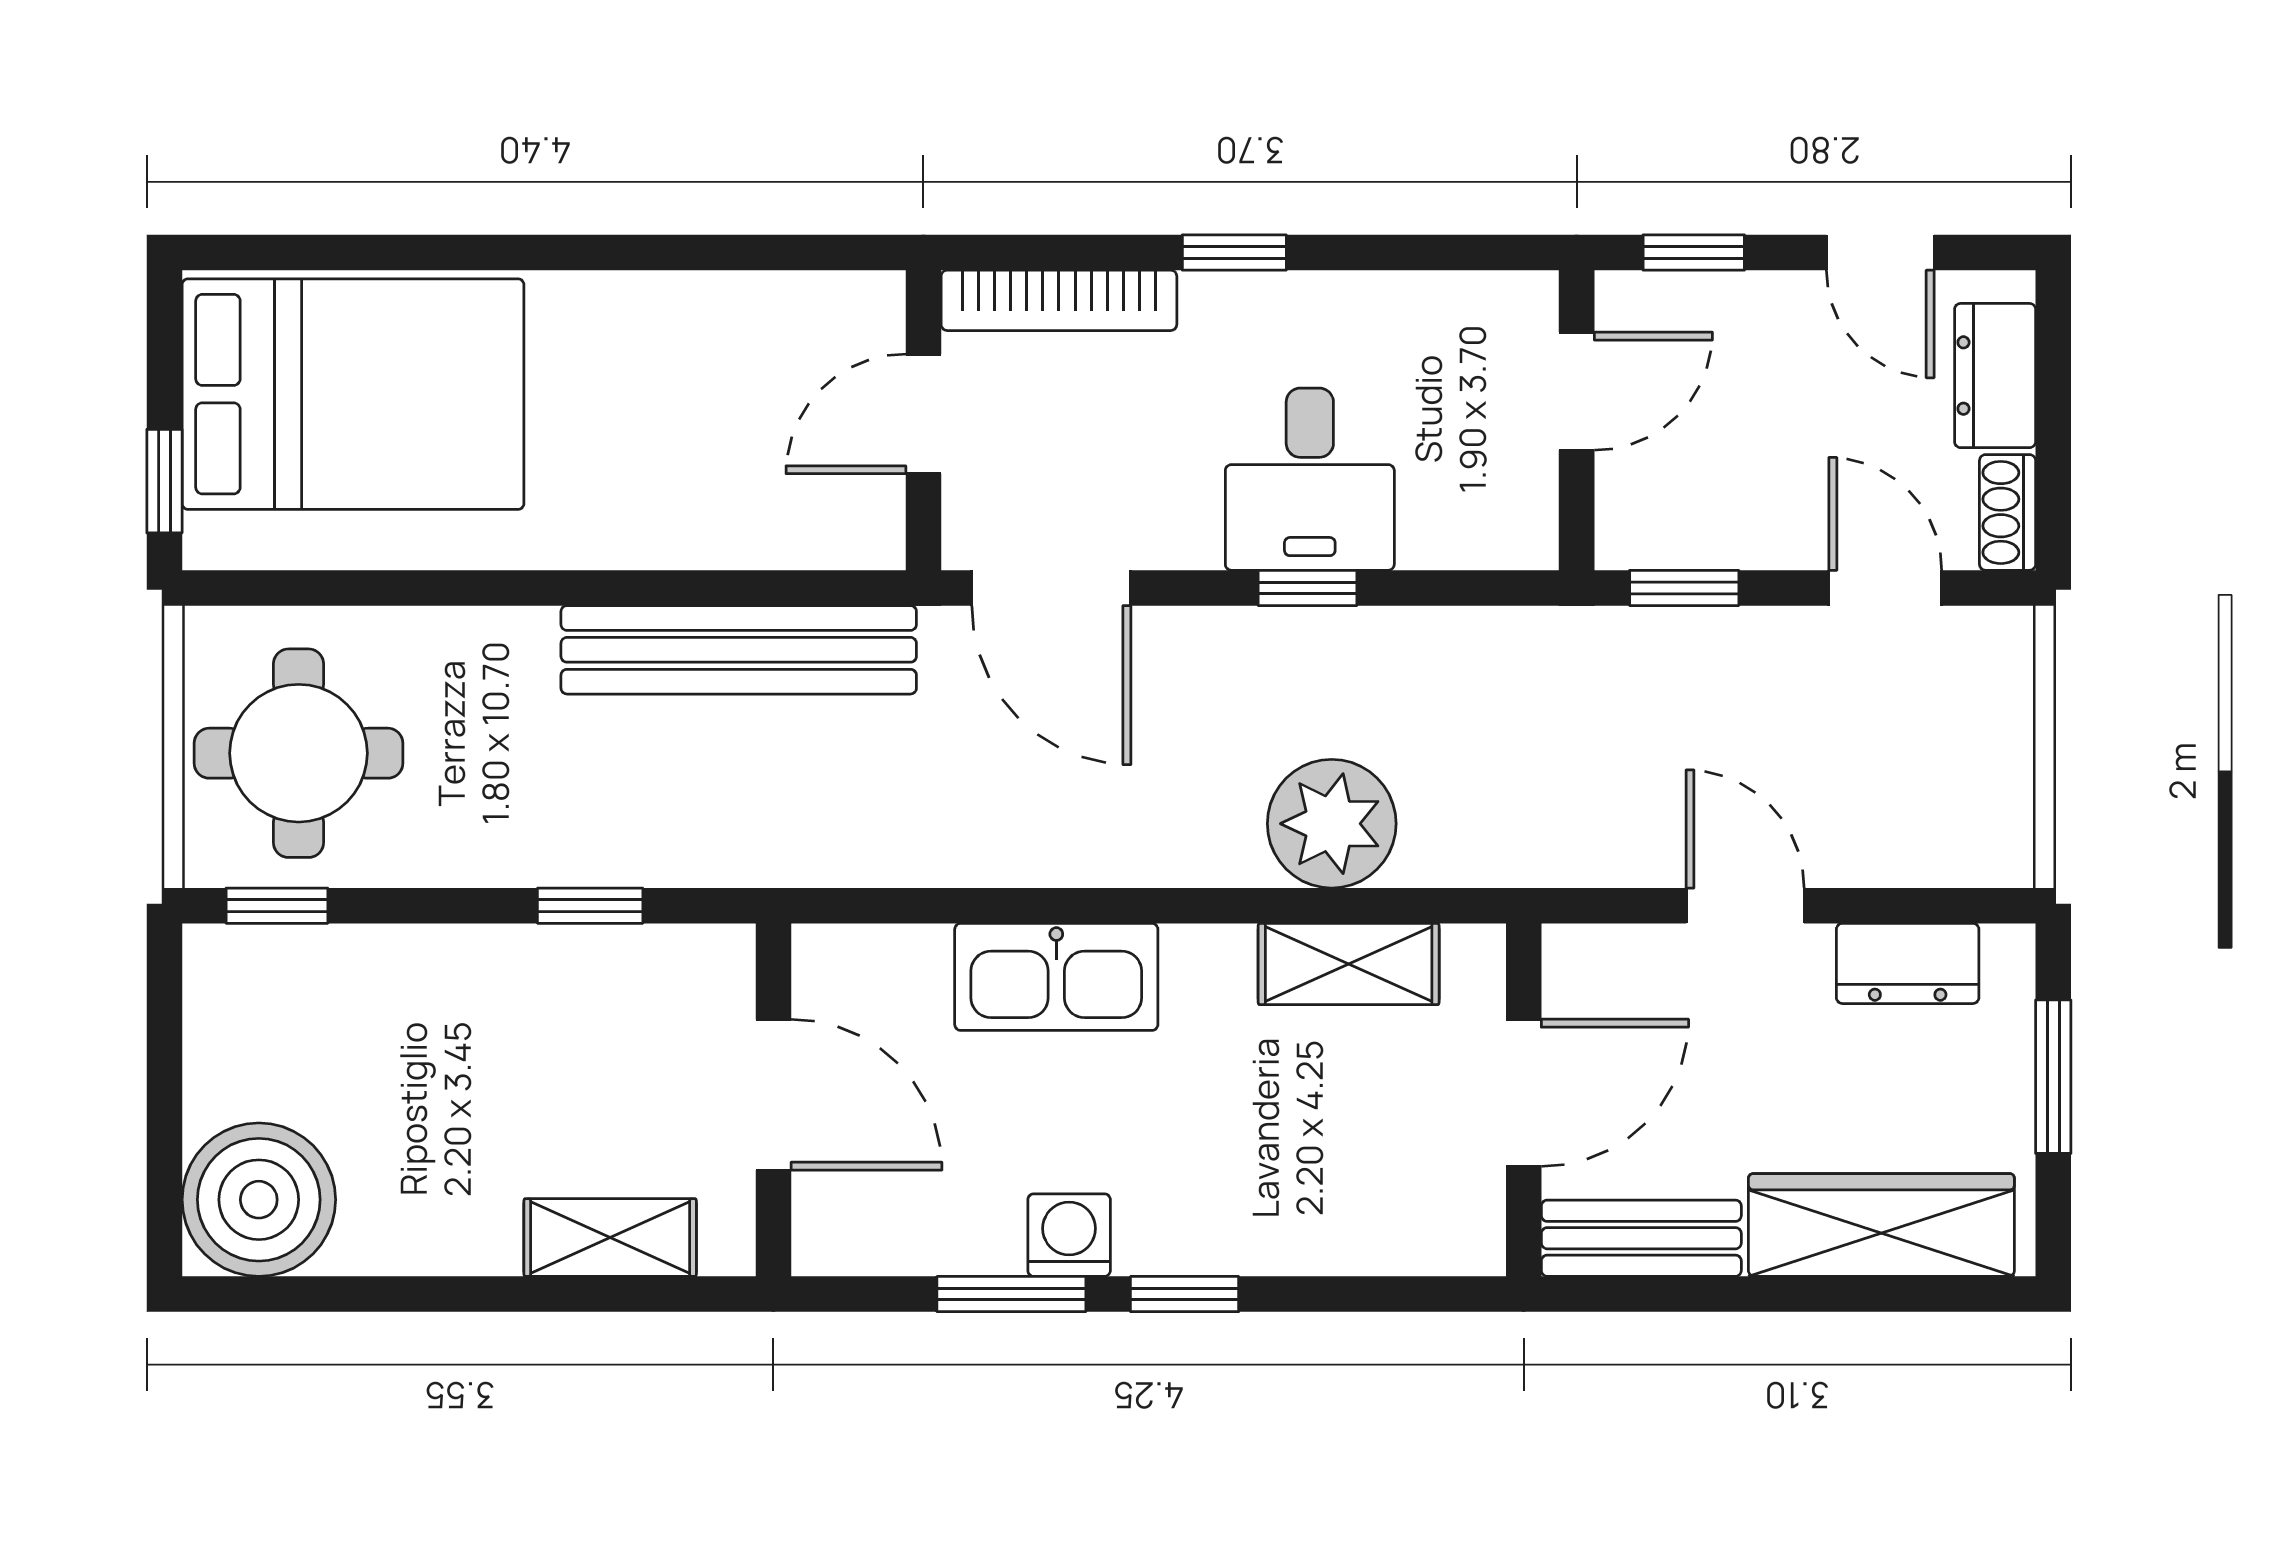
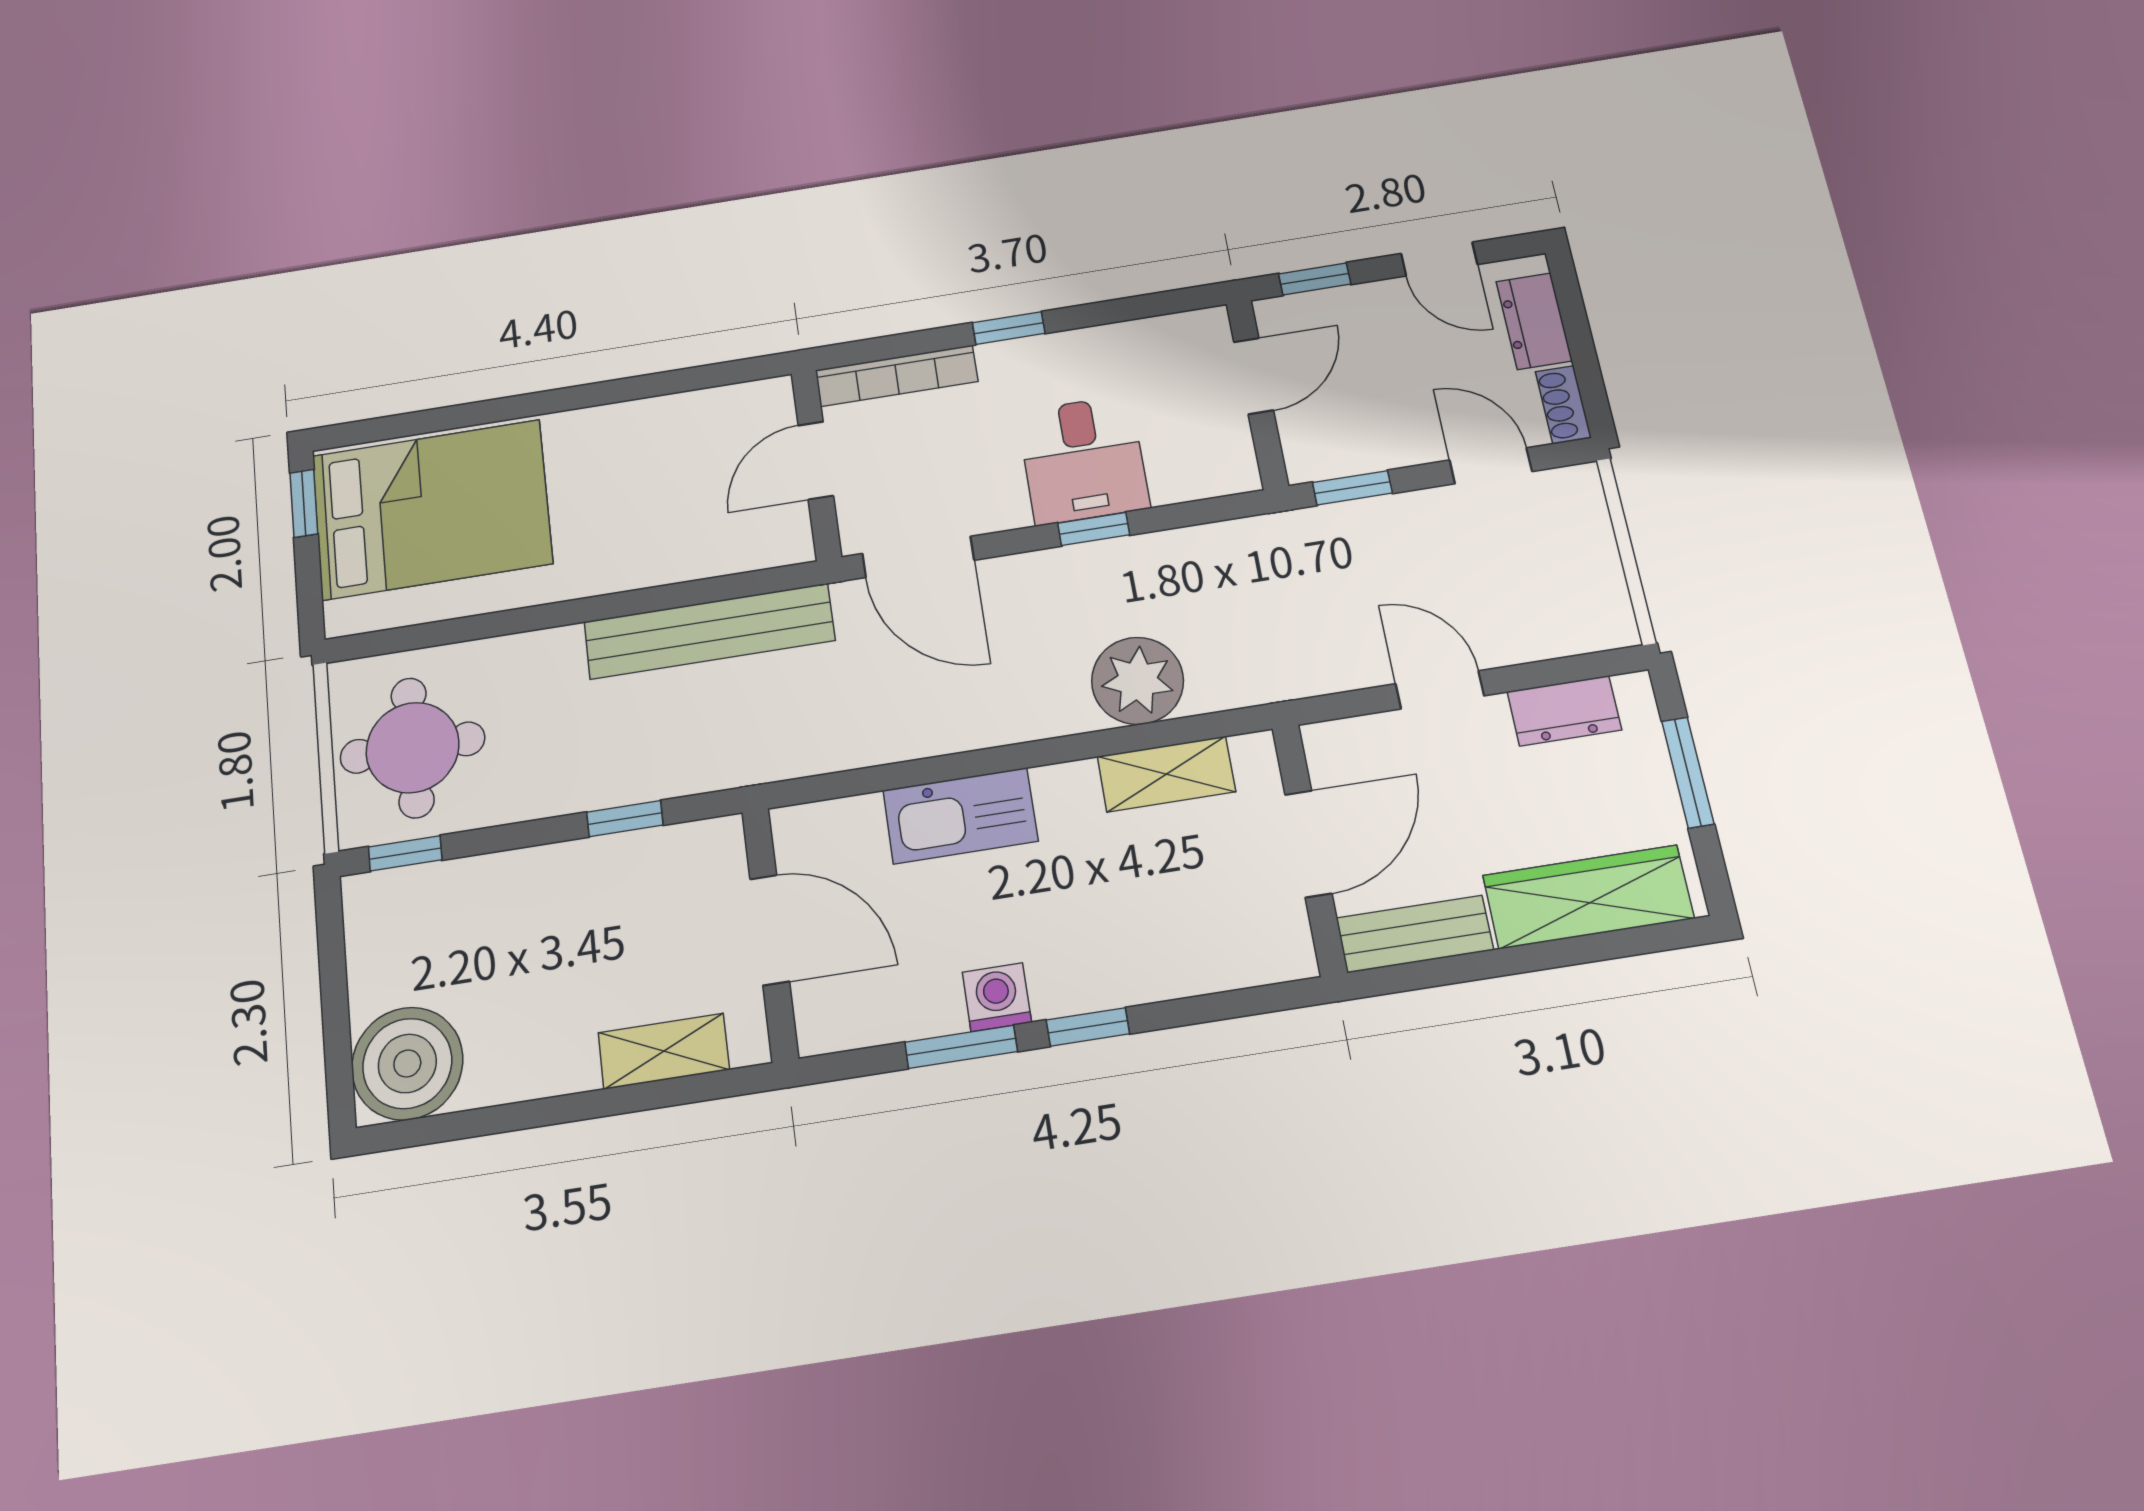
window: (164, 481) -> (304, 503), moved

